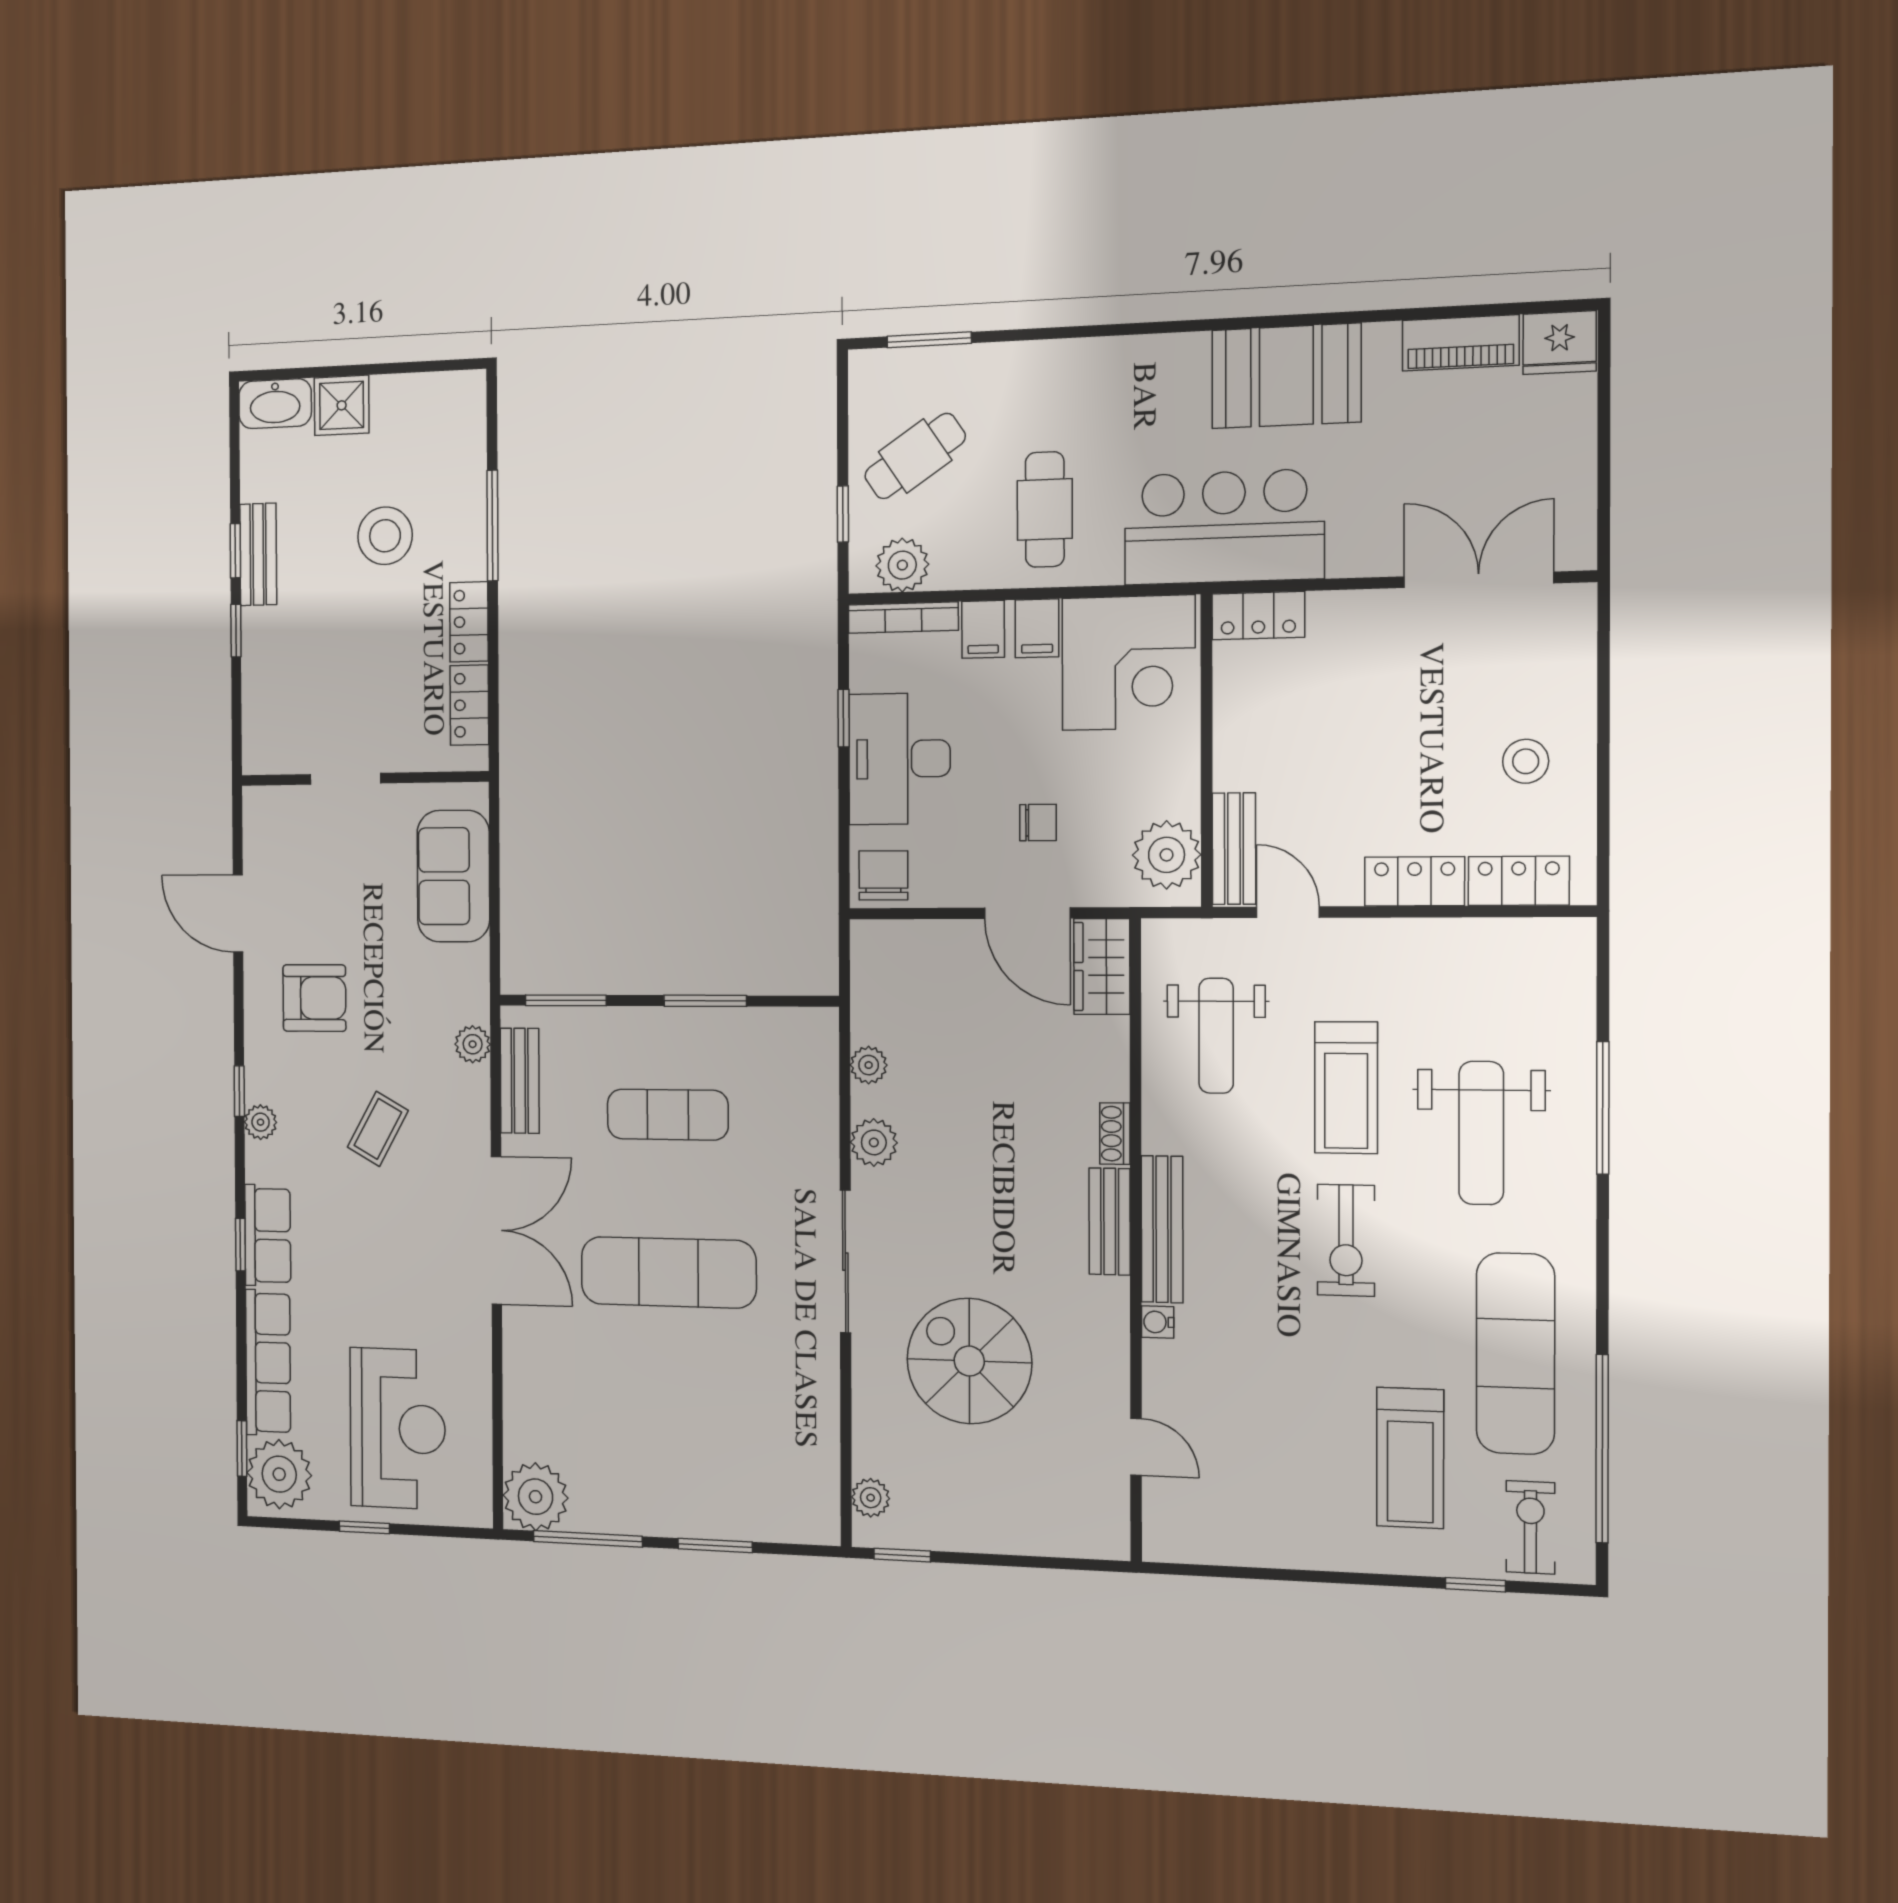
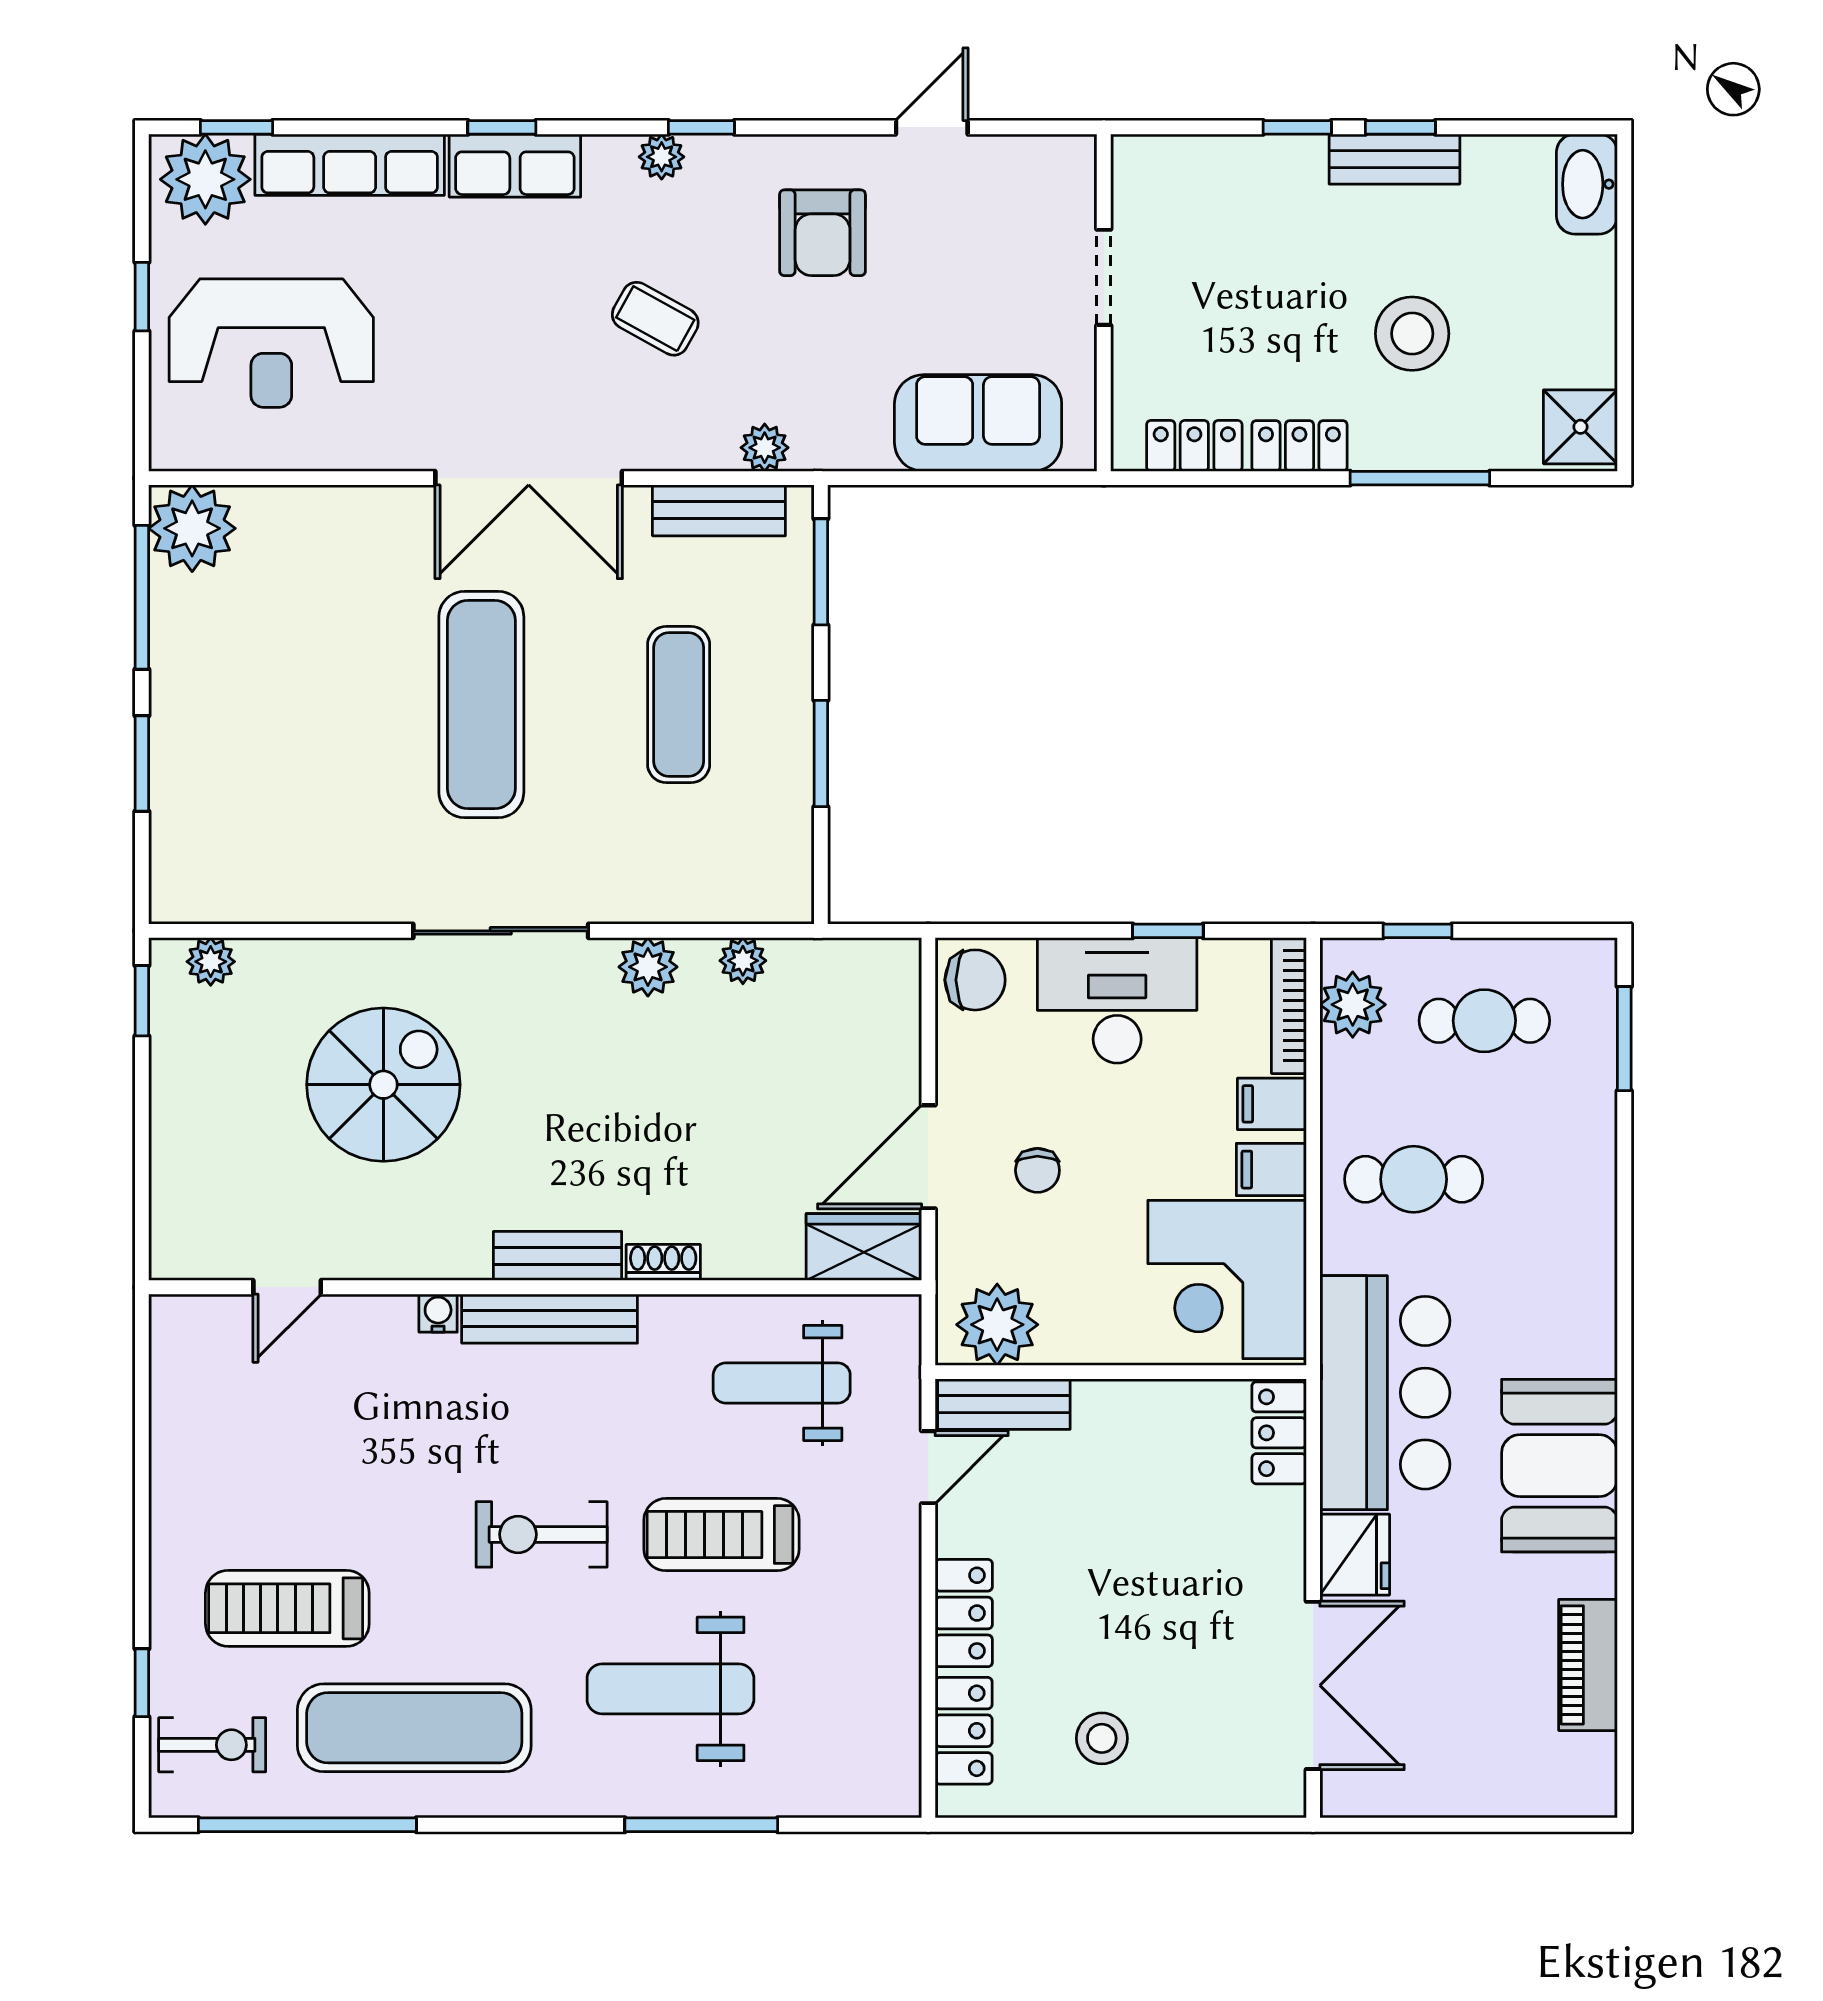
fridge: (1560, 343) -> (1355, 1555), moved, turned 180
shower: (342, 405) -> (1580, 427), moved
cafe table: (915, 456) -> (1484, 1021), turned -56
door: (238, 913) -> (932, 127), width x0.73

